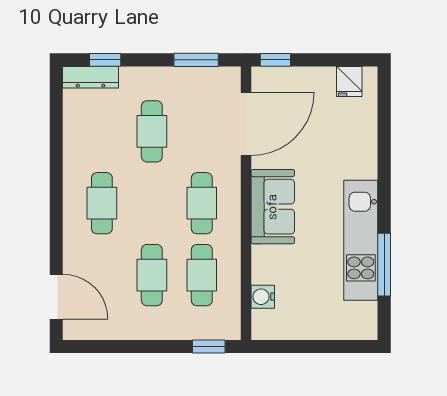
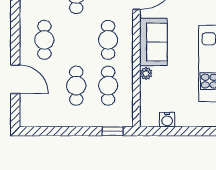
plant: (261, 256) -> (146, 73), added
door: (56, 297) -> (15, 79), moved
water cooler: (263, 297) -> (167, 120), moved, turned -90

